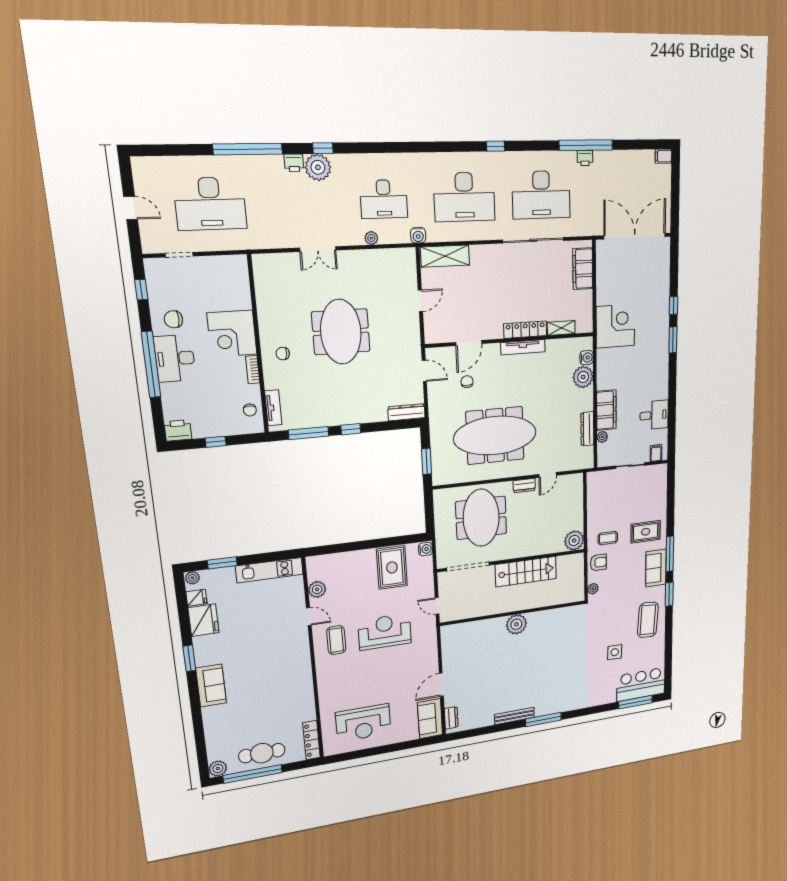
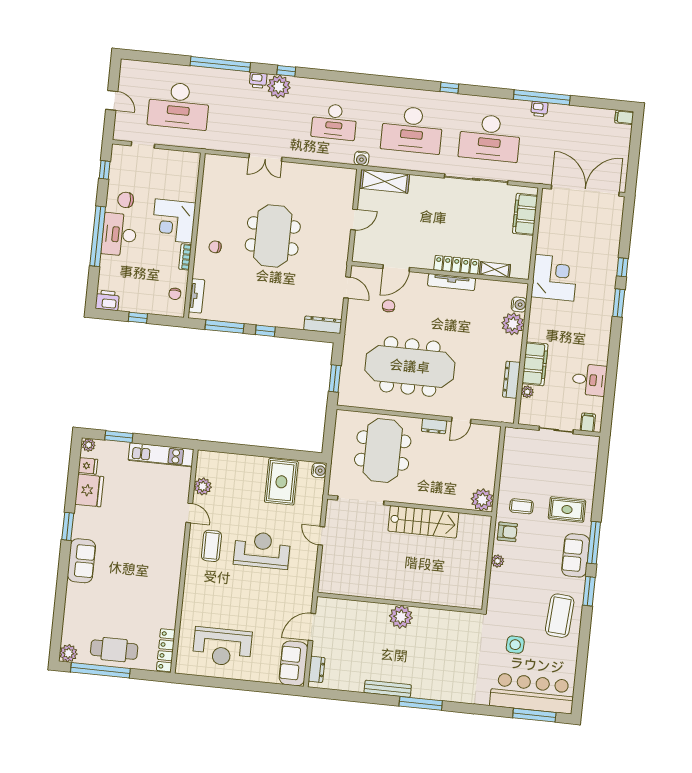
plant: (371, 238) -> (317, 155), removed
wall: (514, 613) -> (400, 603), moved
plant: (516, 624) -> (401, 617), moved
bar counter: (641, 685) -> (532, 693), width x1.36

